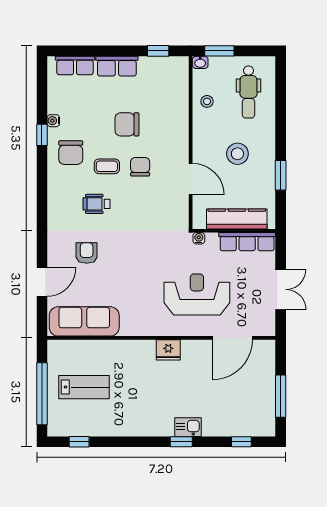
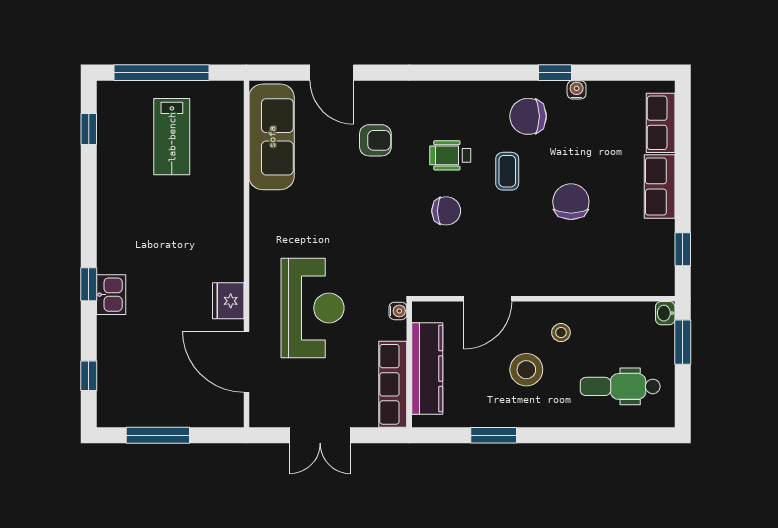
stool: (207, 101) -> (561, 333), moved
chair: (140, 167) -> (446, 211), moved
wheelchair: (96, 204) -> (450, 155), turned -90
fridge: (168, 350) -> (228, 301), moved

